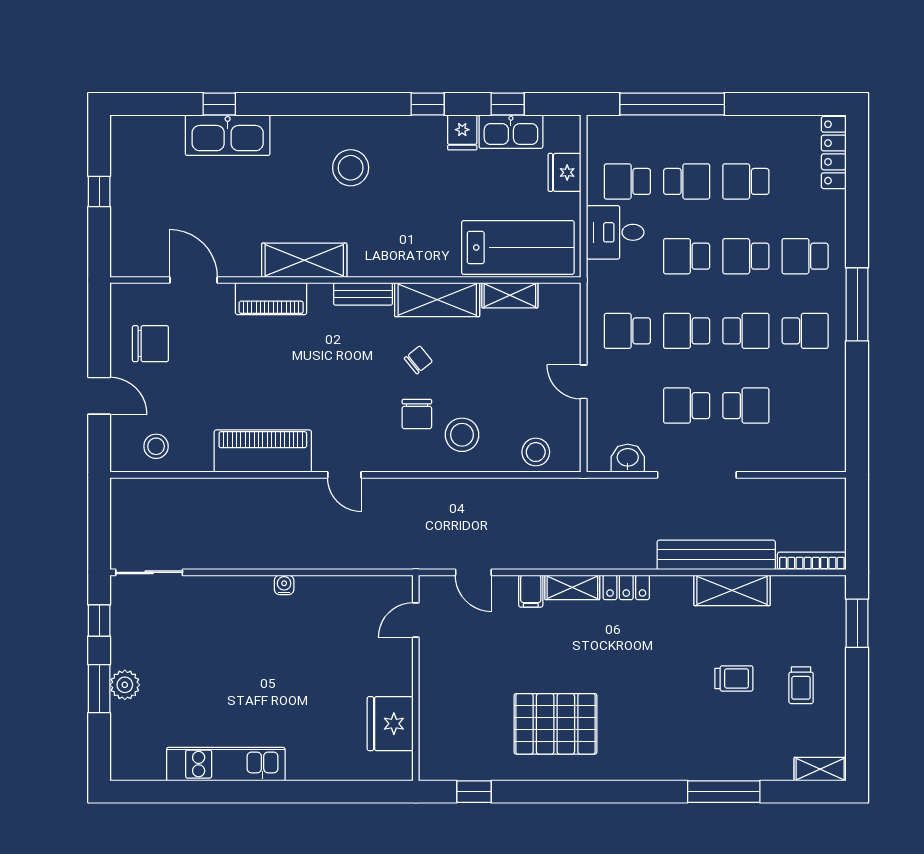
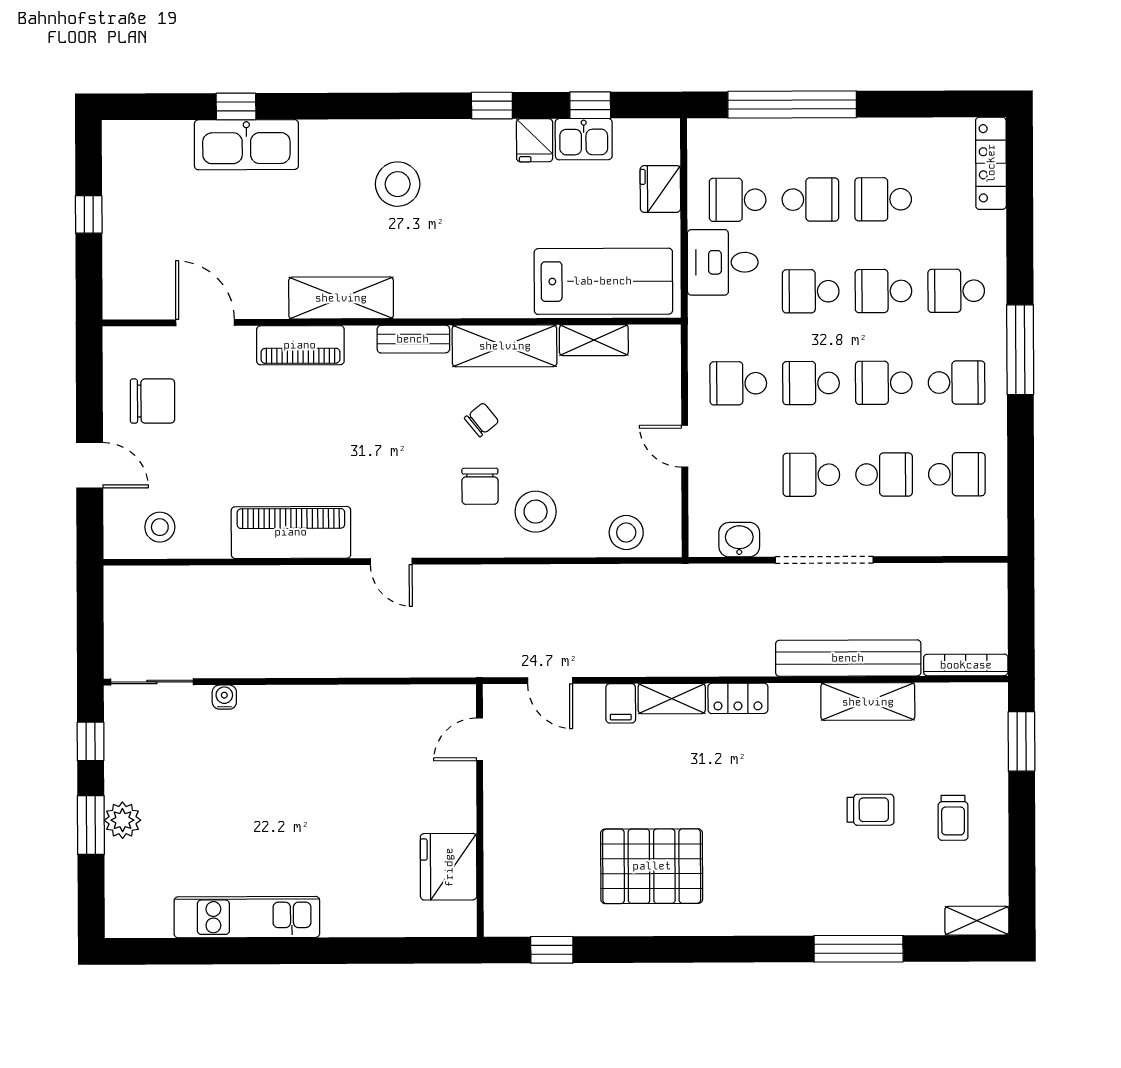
kitchen sink: (511, 132) -> (584, 139), width x0.73
school desk: (746, 331) -> (884, 383), turned 180
school desk: (805, 406) -> (957, 474), added
water cooler: (284, 585) -> (224, 697), moved

